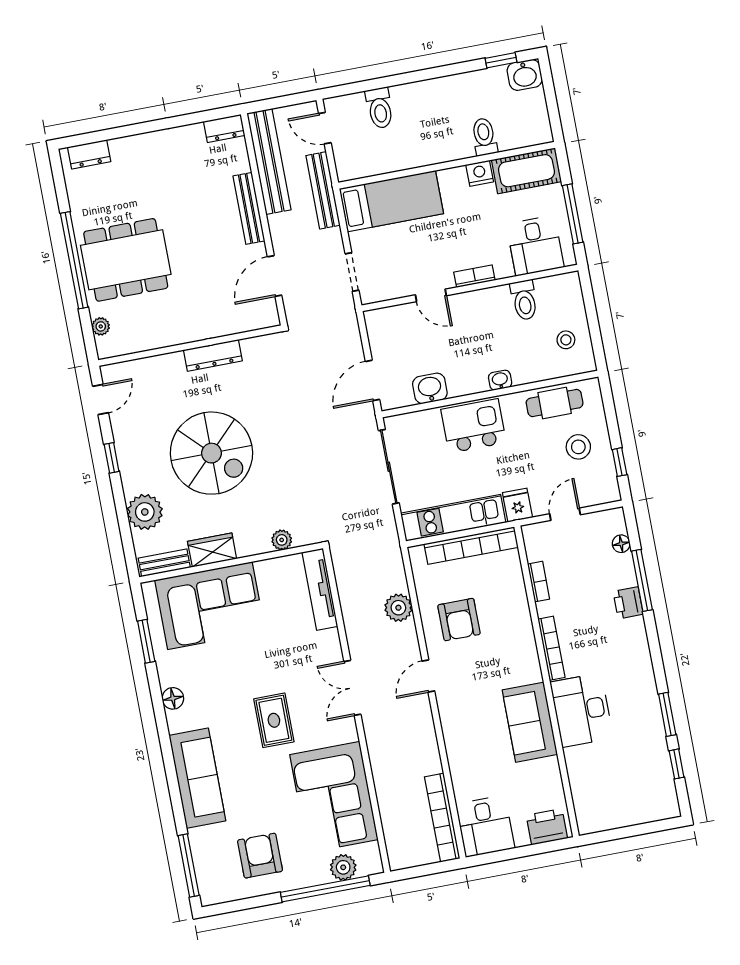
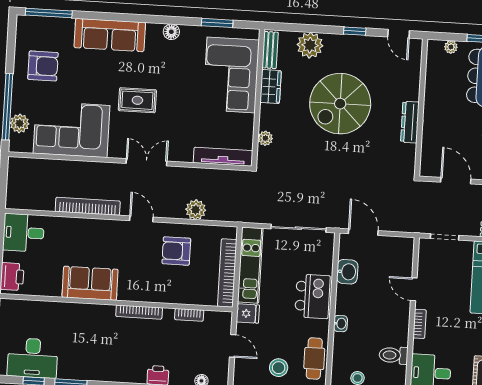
door: (431, 295) -> (414, 289), hinge flipped
desk: (582, 710) -> (33, 358), moved, turned 180
bookcase: (442, 818) -> (88, 206), moved

